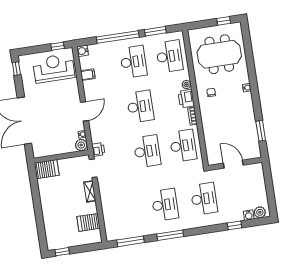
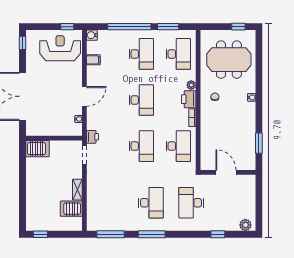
plant: (81, 145) -> (76, 130), removed
shelving: (90, 191) -> (77, 190), moved
desk: (204, 199) -> (191, 203), turned 180
water cooler: (249, 215) -> (234, 226), removed

